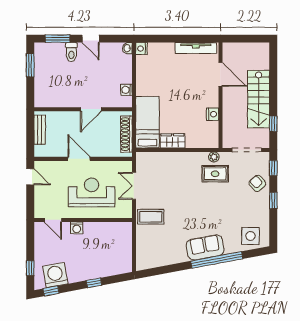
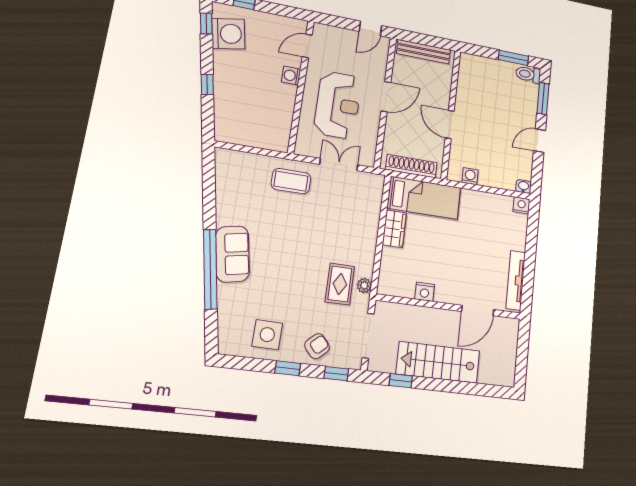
toilet: (71, 52) -> (528, 74), moved
bench: (40, 130) -> (424, 52), width x1.36
coffee table: (151, 217) -> (291, 181), turned 90
side table: (250, 236) -> (267, 335), moved

